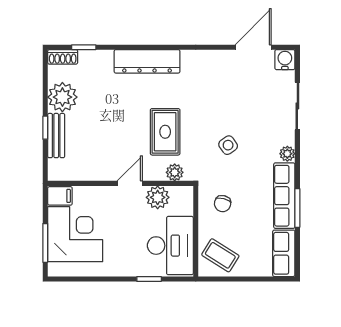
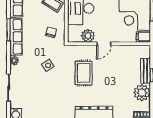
plant: (175, 172) -> (78, 50), removed

